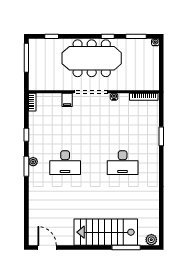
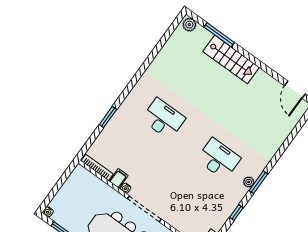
filing cabinet: (67, 100) -> (119, 178), moved
stairs: (106, 232) -> (231, 59), width x0.73, depth x0.66

